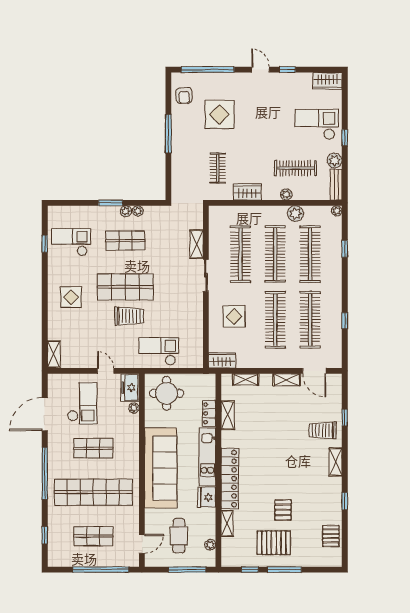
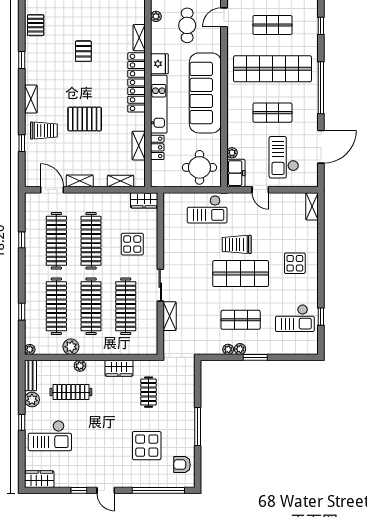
armchair: (184, 95) -> (182, 465), turned -88
pallet: (274, 543) -> (85, 119), moved

